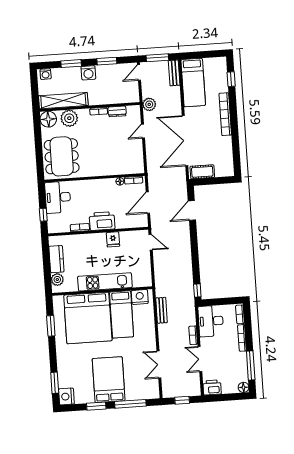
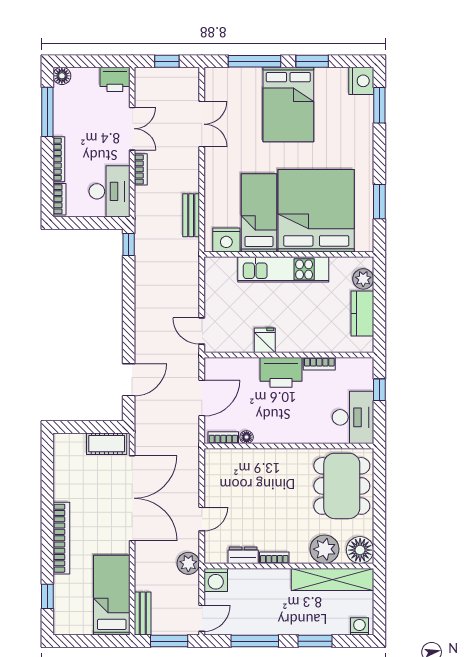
window: (107, 61) -> (255, 641), width x1.44
washing machine: (88, 73) -> (216, 580), moved, turned 180

